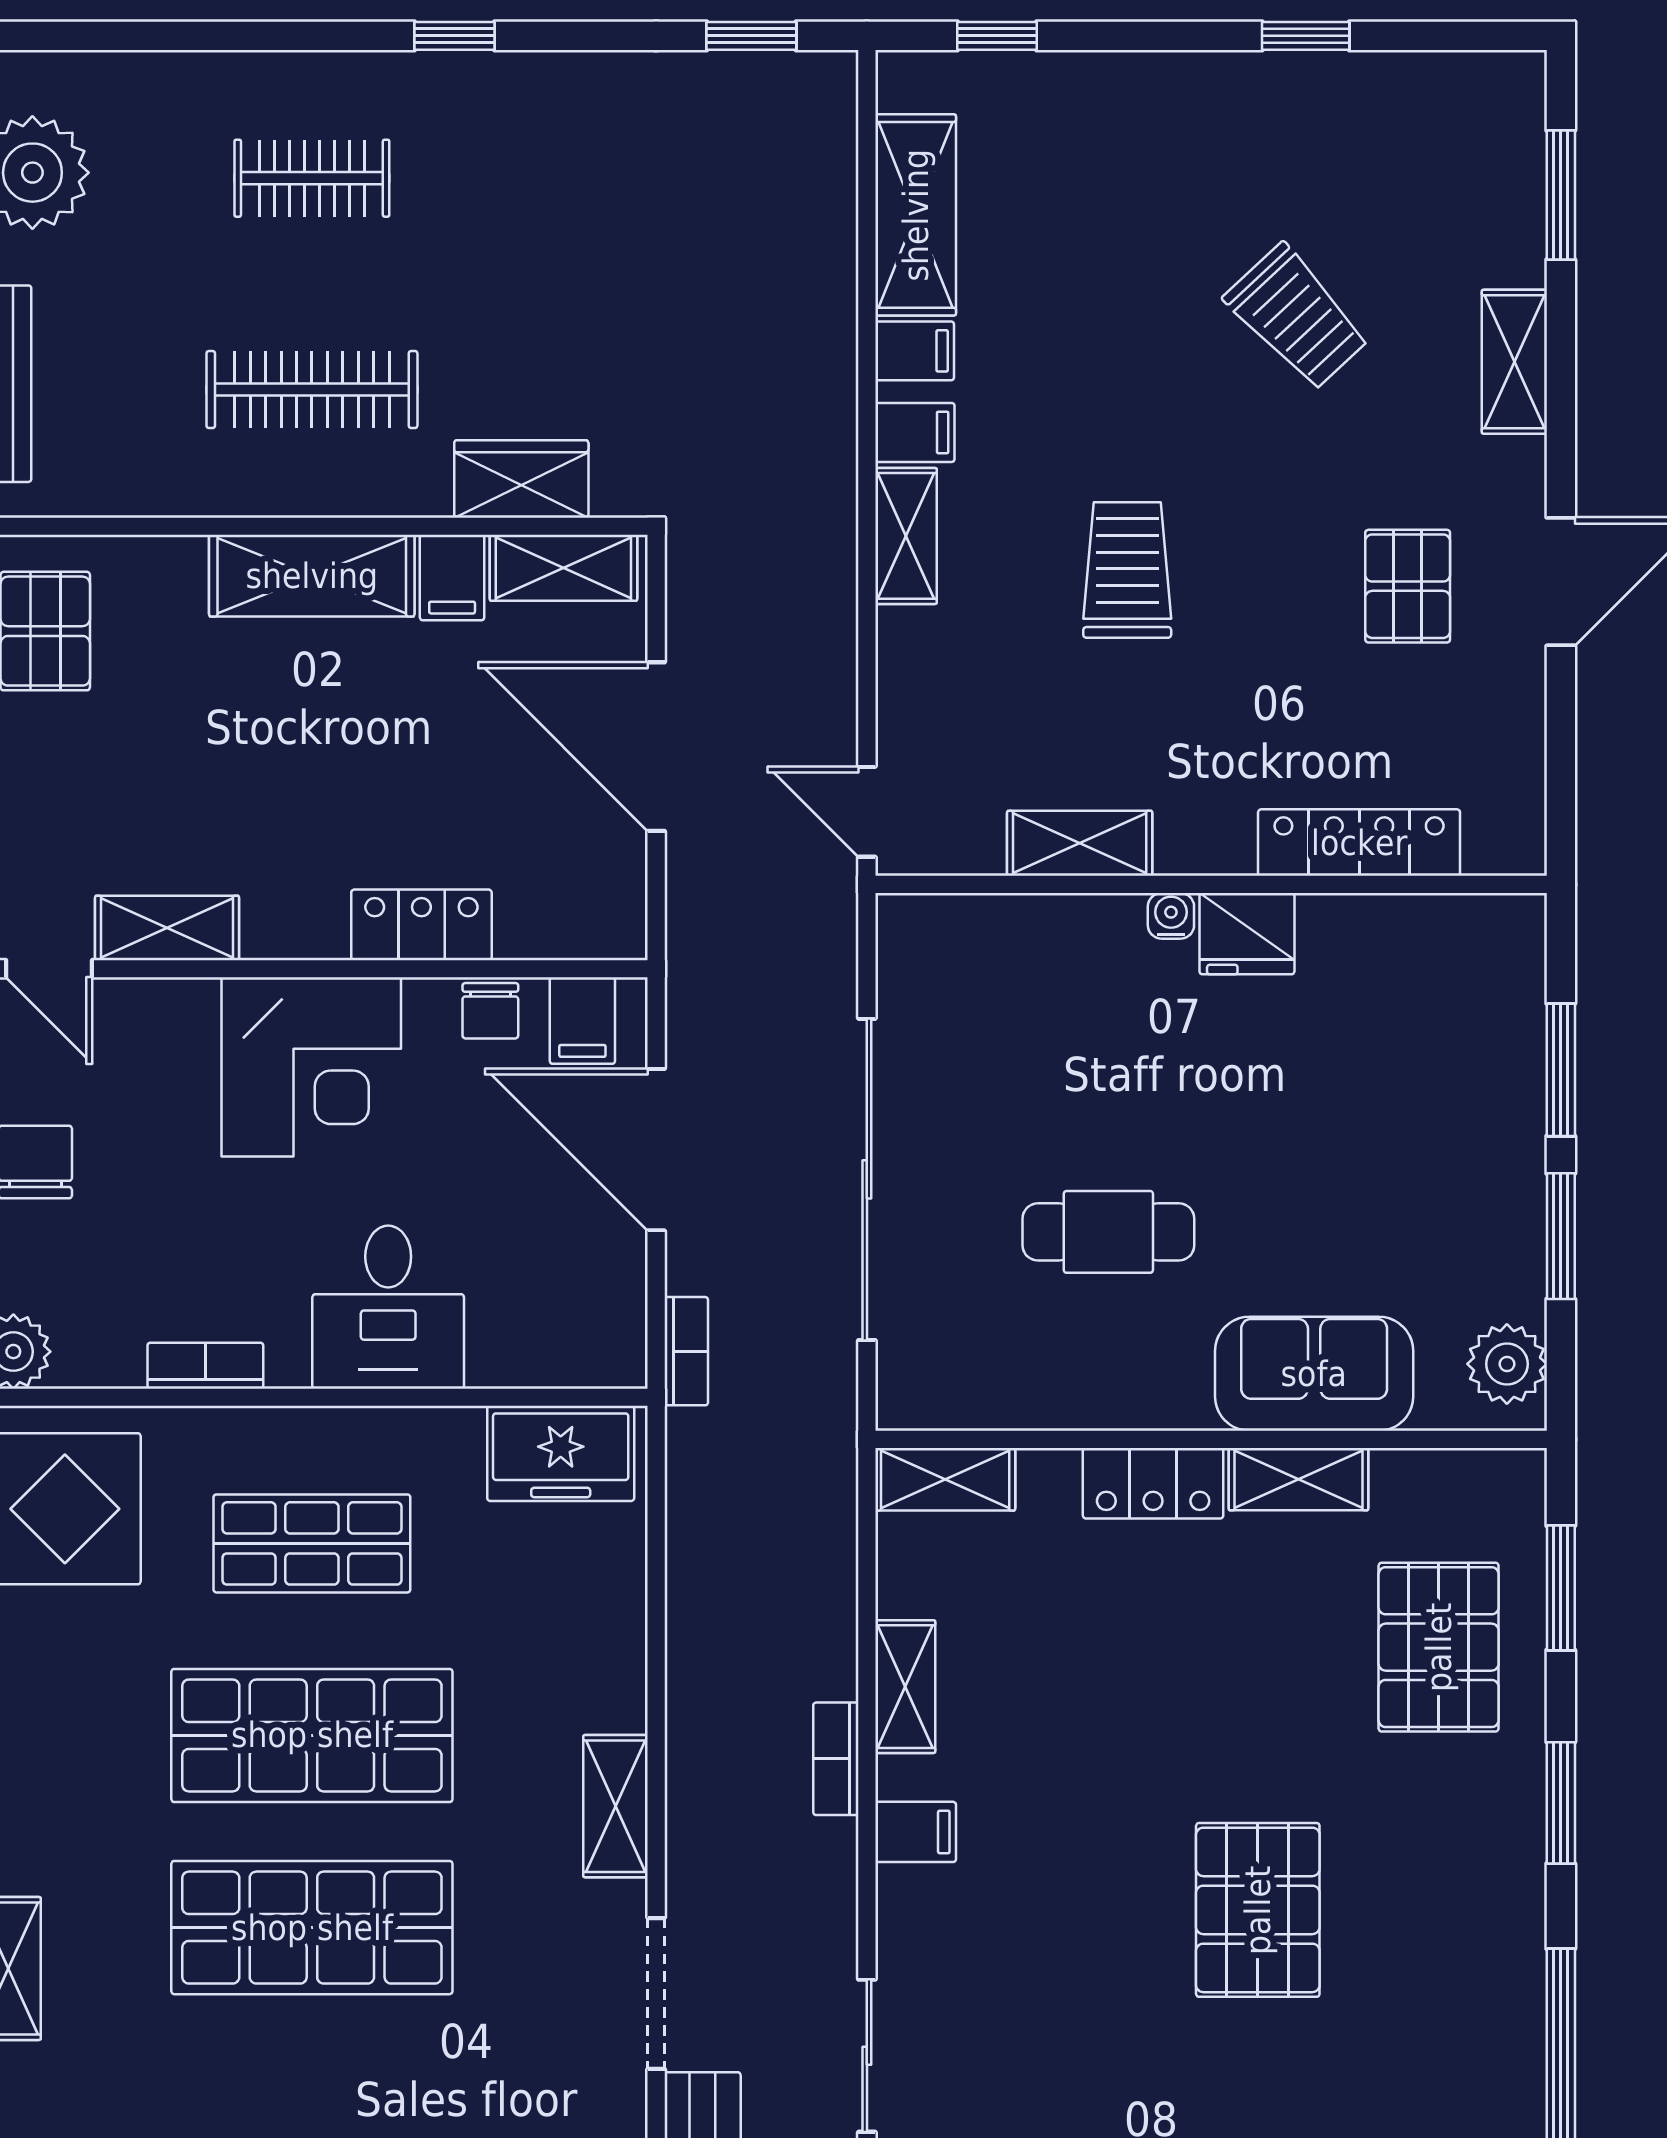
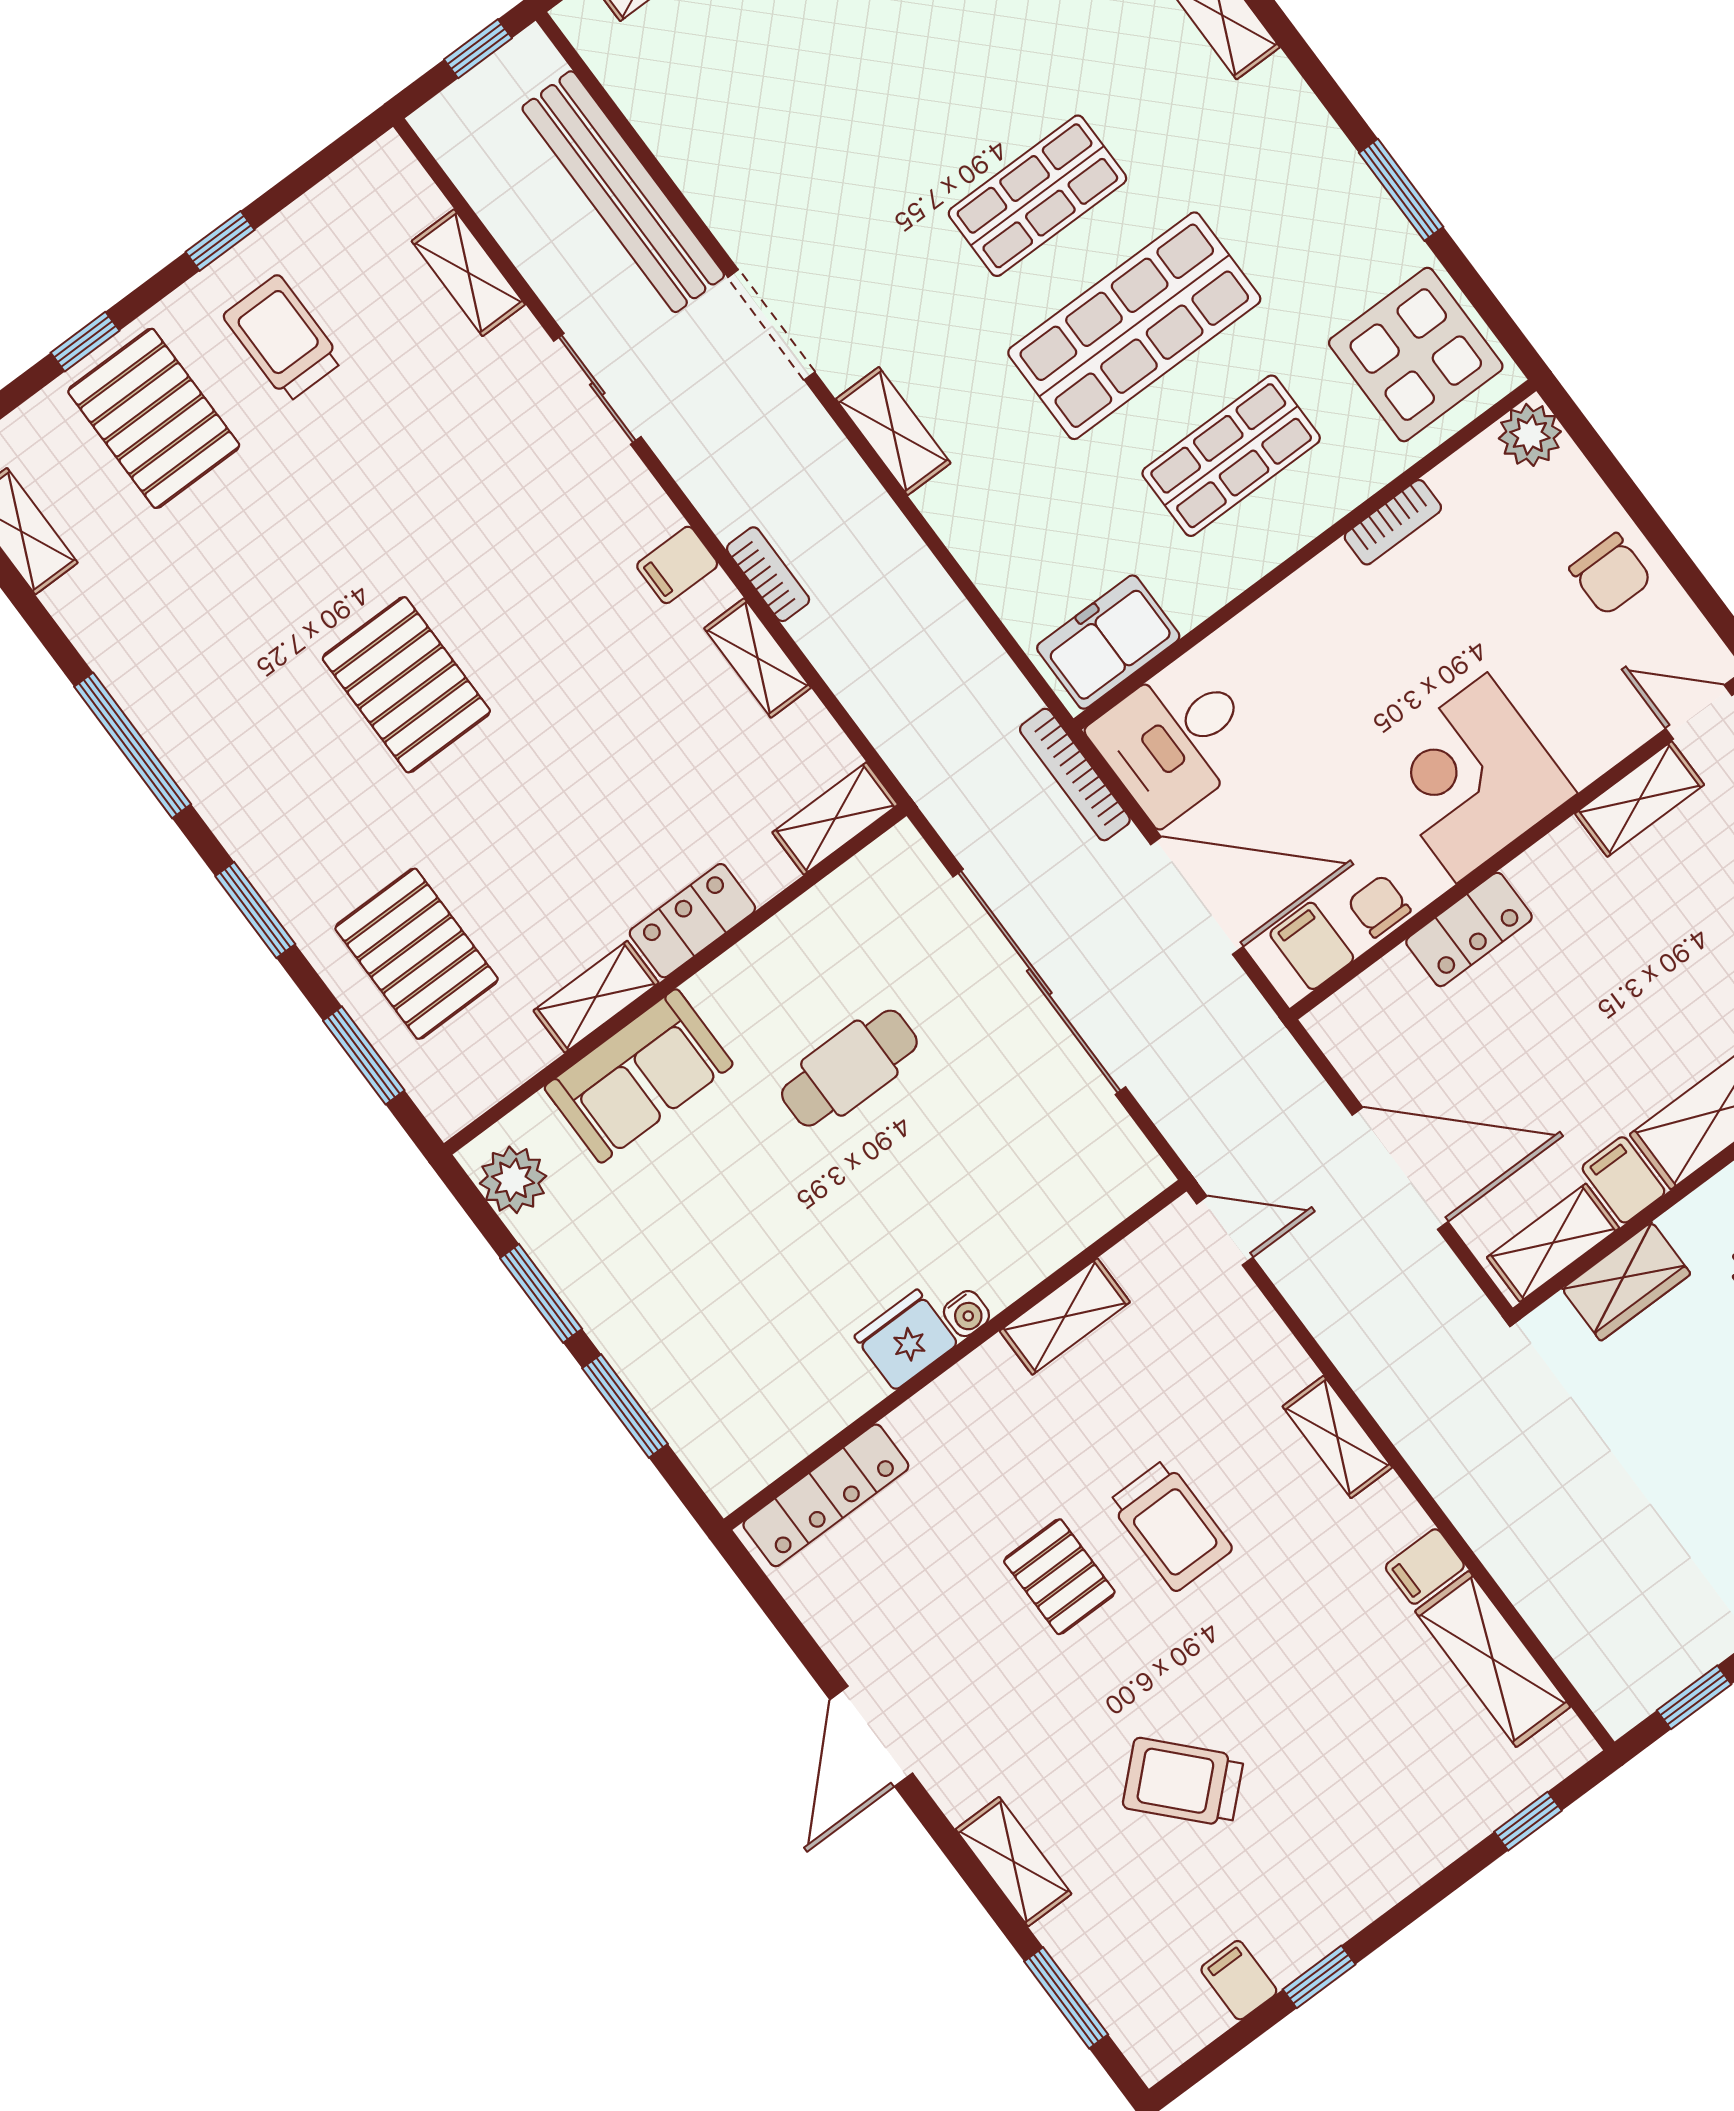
filing cabinet: (915, 432) -> (1239, 1980), moved, turned 90
pallet: (1408, 586) -> (1059, 1577), moved
locker: (1359, 843) -> (826, 1495), moved
desk: (388, 1307) -> (1175, 740), moved, turned -90
bookcase: (686, 1351) -> (1075, 775), width x1.56
shop shelf: (312, 1928) -> (1037, 196), width x0.70, depth x0.74

